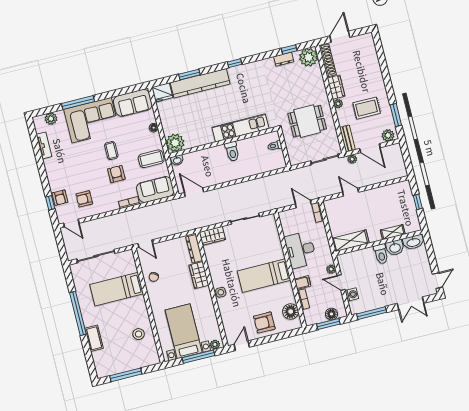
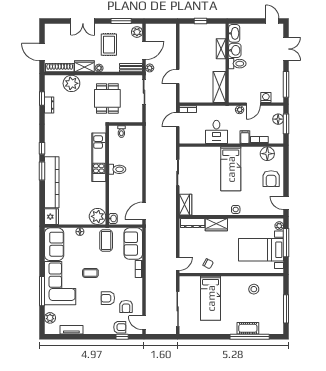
plant: (309, 57) -> (71, 83), moved
double door: (385, 73) -> (83, 21), added
window: (189, 75) -> (42, 171), moved
armchair: (116, 174) -> (108, 298), moved
door: (71, 223) -> (144, 323), swing flipped
desk: (301, 250) -> (216, 132), width x0.73
window: (78, 313) -> (250, 337), moved

